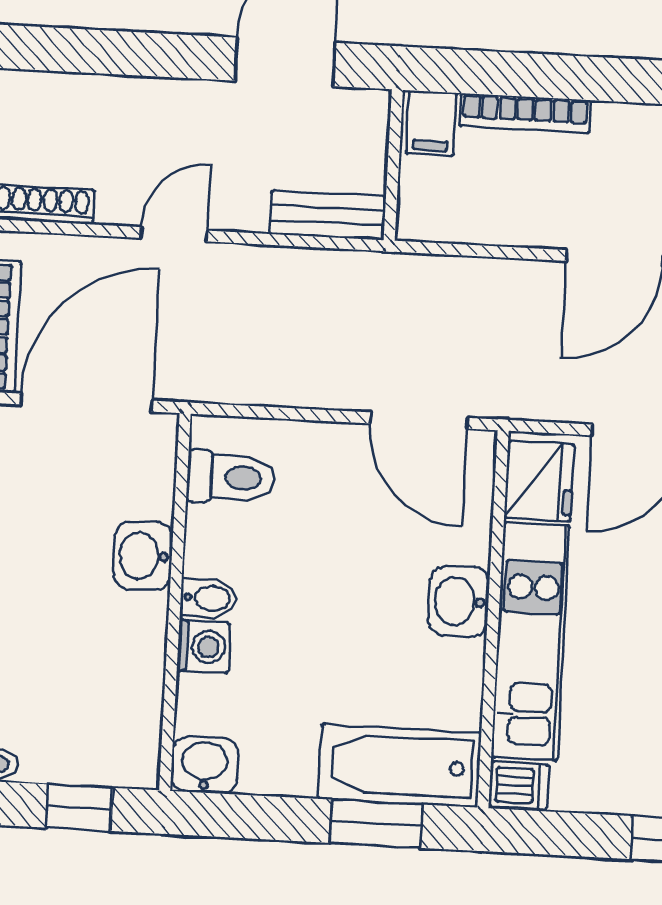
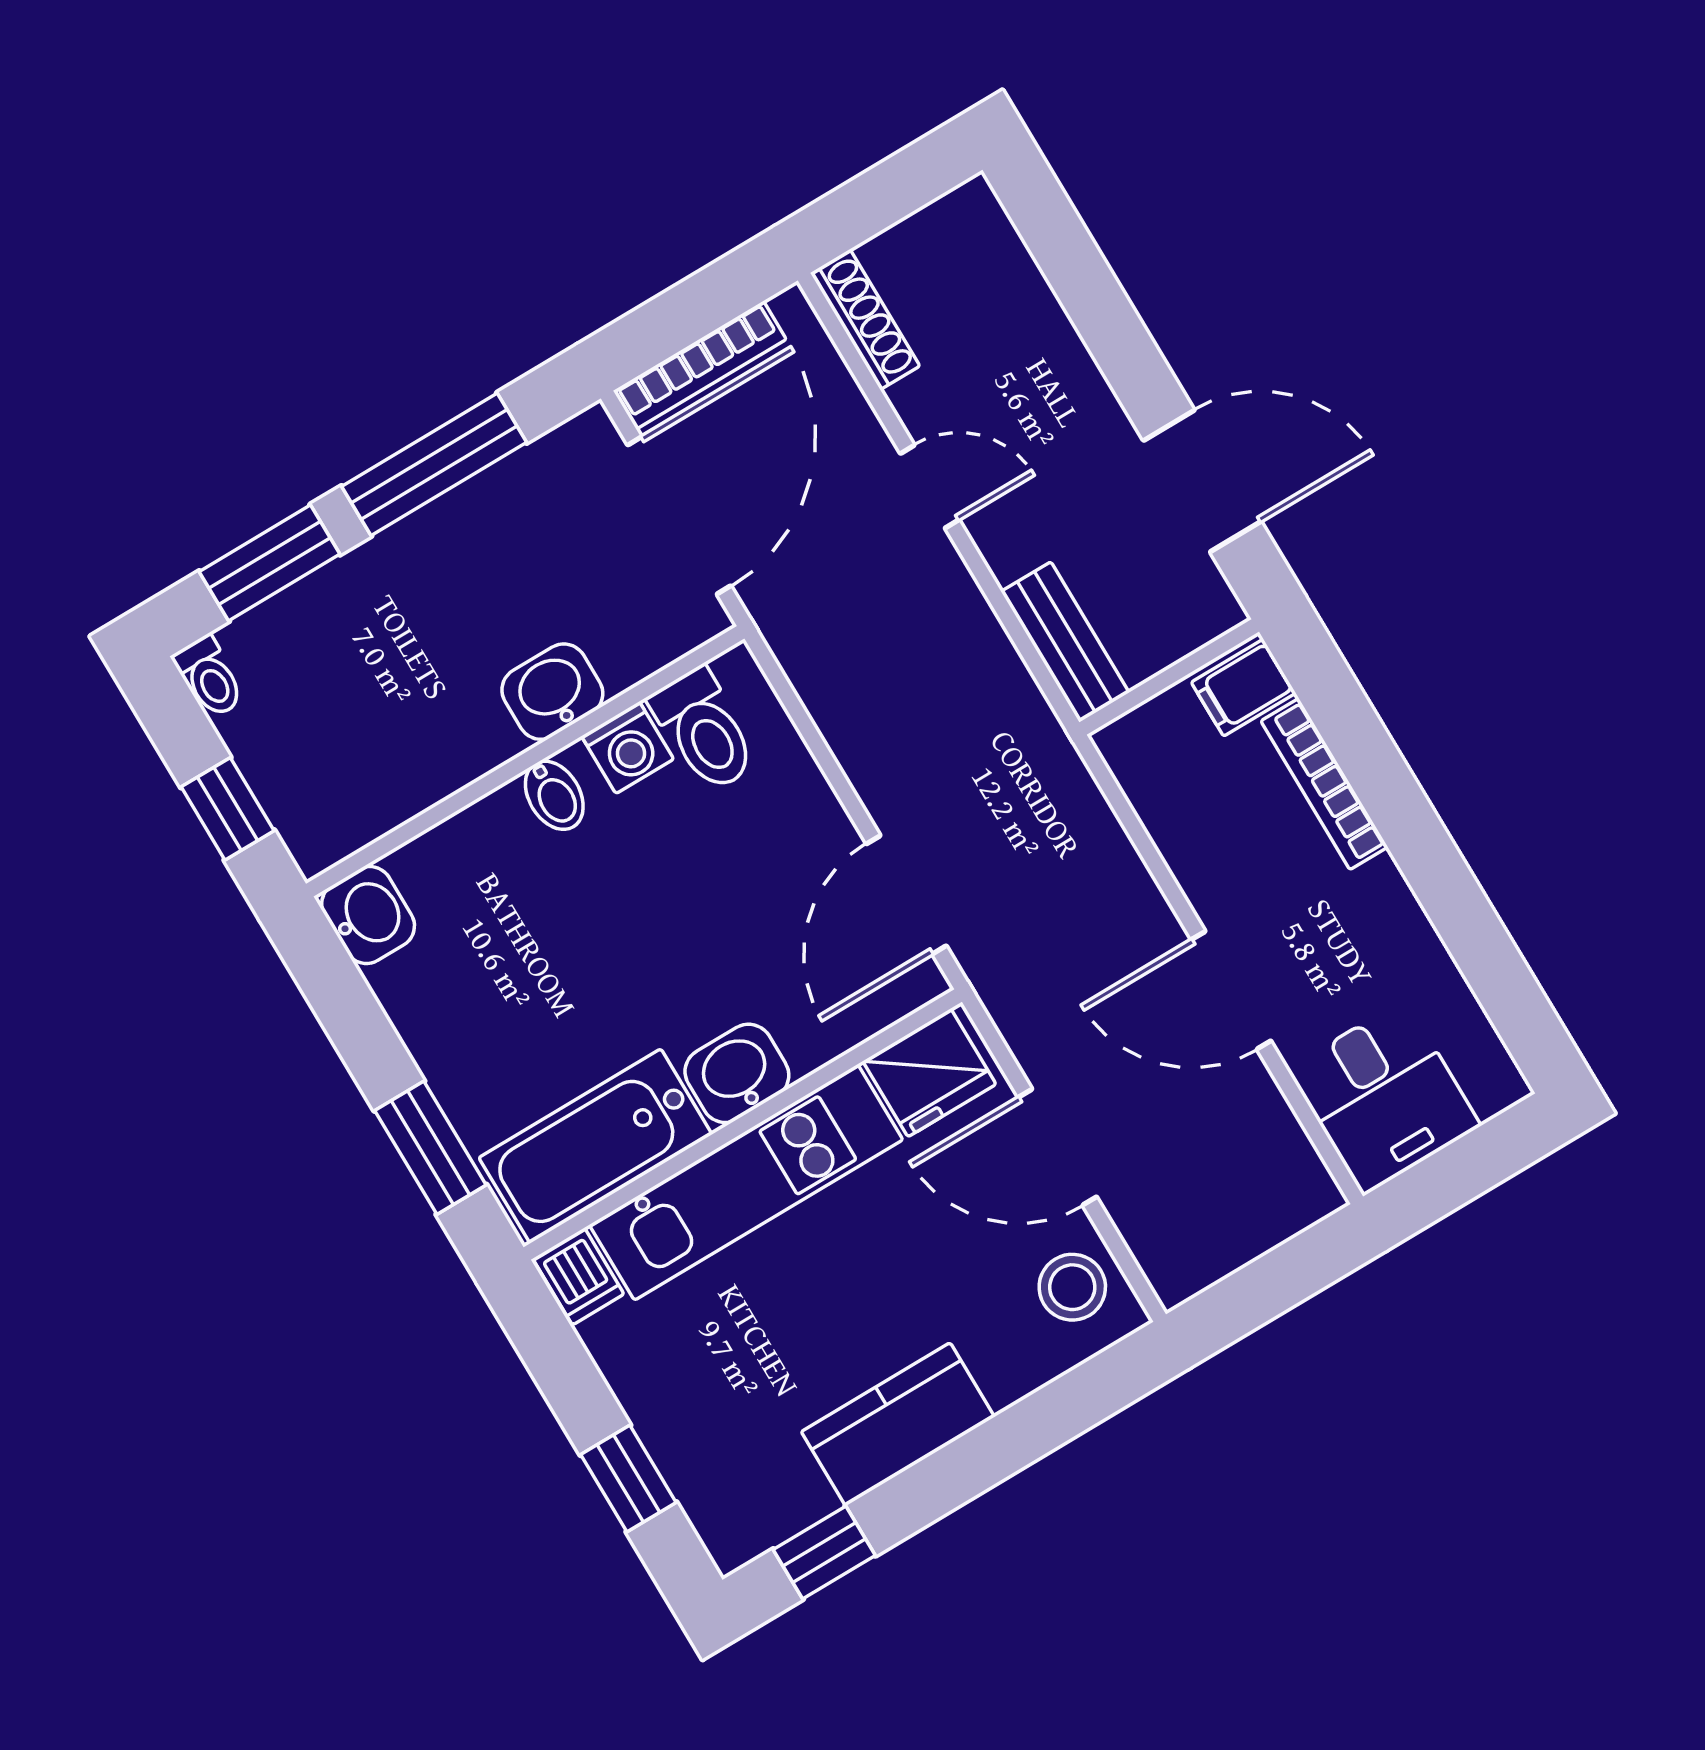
door: (86, 403) -> (679, 515), hinge flipped
washing machine: (203, 647) -> (628, 748), moved
bathtub: (400, 766) -> (595, 1146), moved, turned -90

